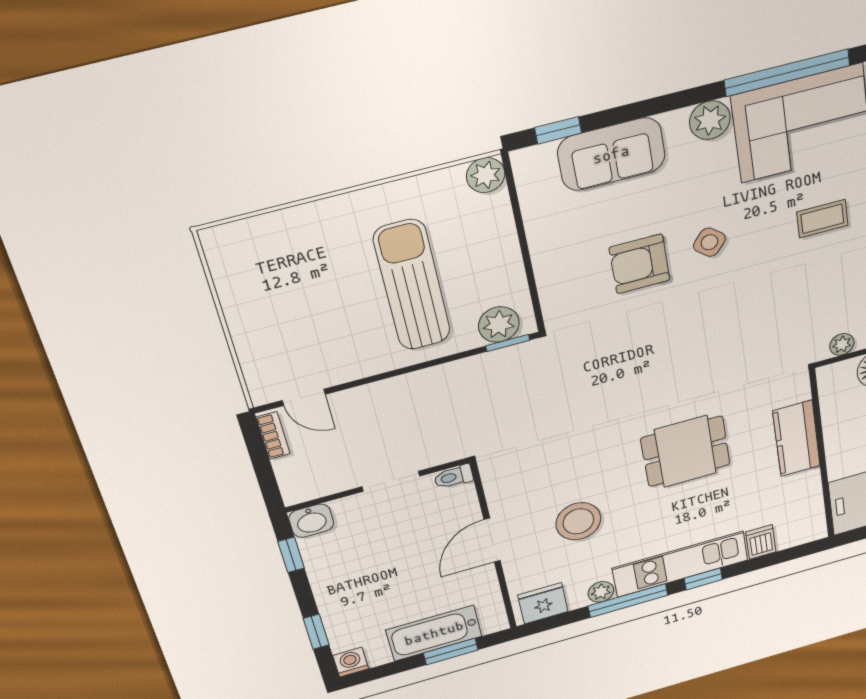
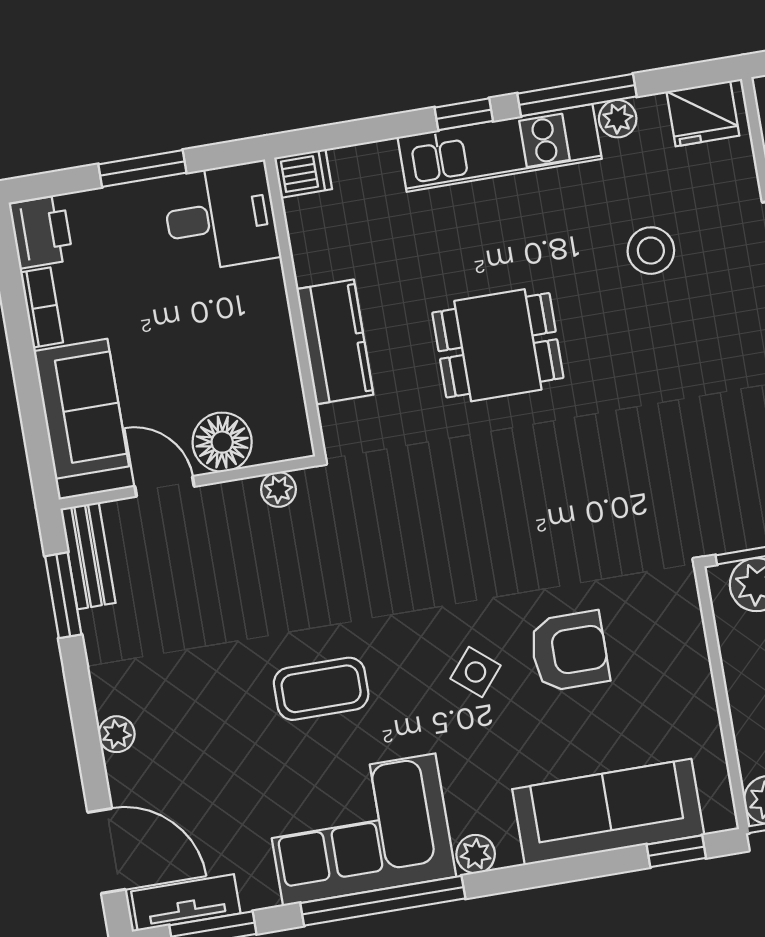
plant: (710, 120) -> (476, 854), width x0.73, depth x0.73
sofa: (611, 154) -> (608, 812), width x1.36
coffee table: (822, 219) -> (321, 689), width x1.36, depth x1.30
stool: (578, 521) -> (651, 251), width x0.73, depth x0.73
dishwasher: (761, 542) -> (303, 173), moved, turned -90

